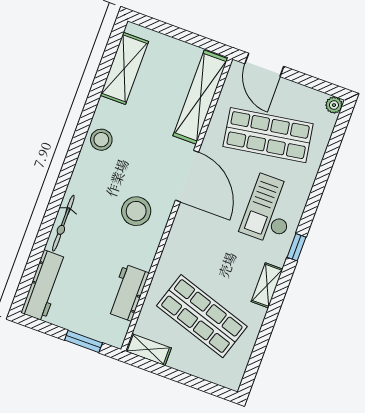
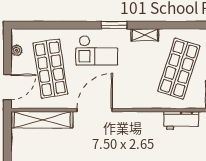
plant: (334, 105) -> (16, 50), moved
stool: (136, 211) -> (128, 134), removed
window: (296, 247) -> (114, 25), width x1.50

